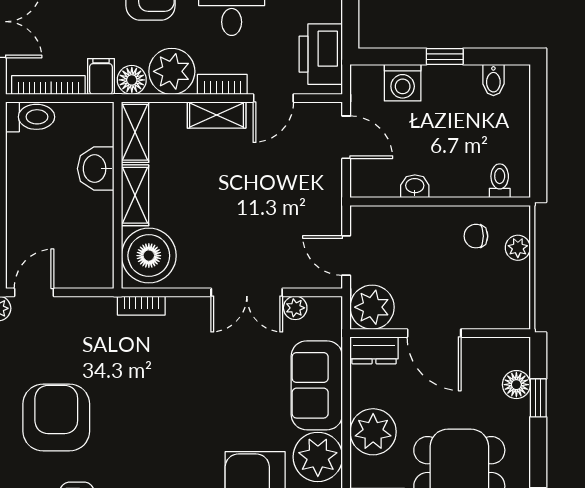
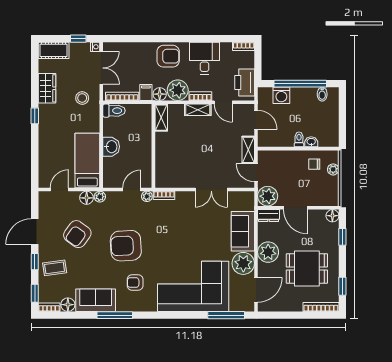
window: (445, 57) -> (300, 84), width x3.17
door: (273, 98) -> (223, 102), hinge flipped
washbasin: (96, 169) -> (111, 147), moved, turned 180
toilet: (500, 181) -> (299, 139), moved
washbasin: (415, 186) -> (311, 142), moved
shelving: (135, 195) -> (248, 150), moved
boiler: (149, 256) -> (167, 173), removed
door: (34, 292) -> (132, 189), moved
plant: (295, 308) -> (147, 196), moved
floor lamp: (516, 385) -> (332, 216), moved
armchair: (56, 418) -> (126, 246), turned -93

